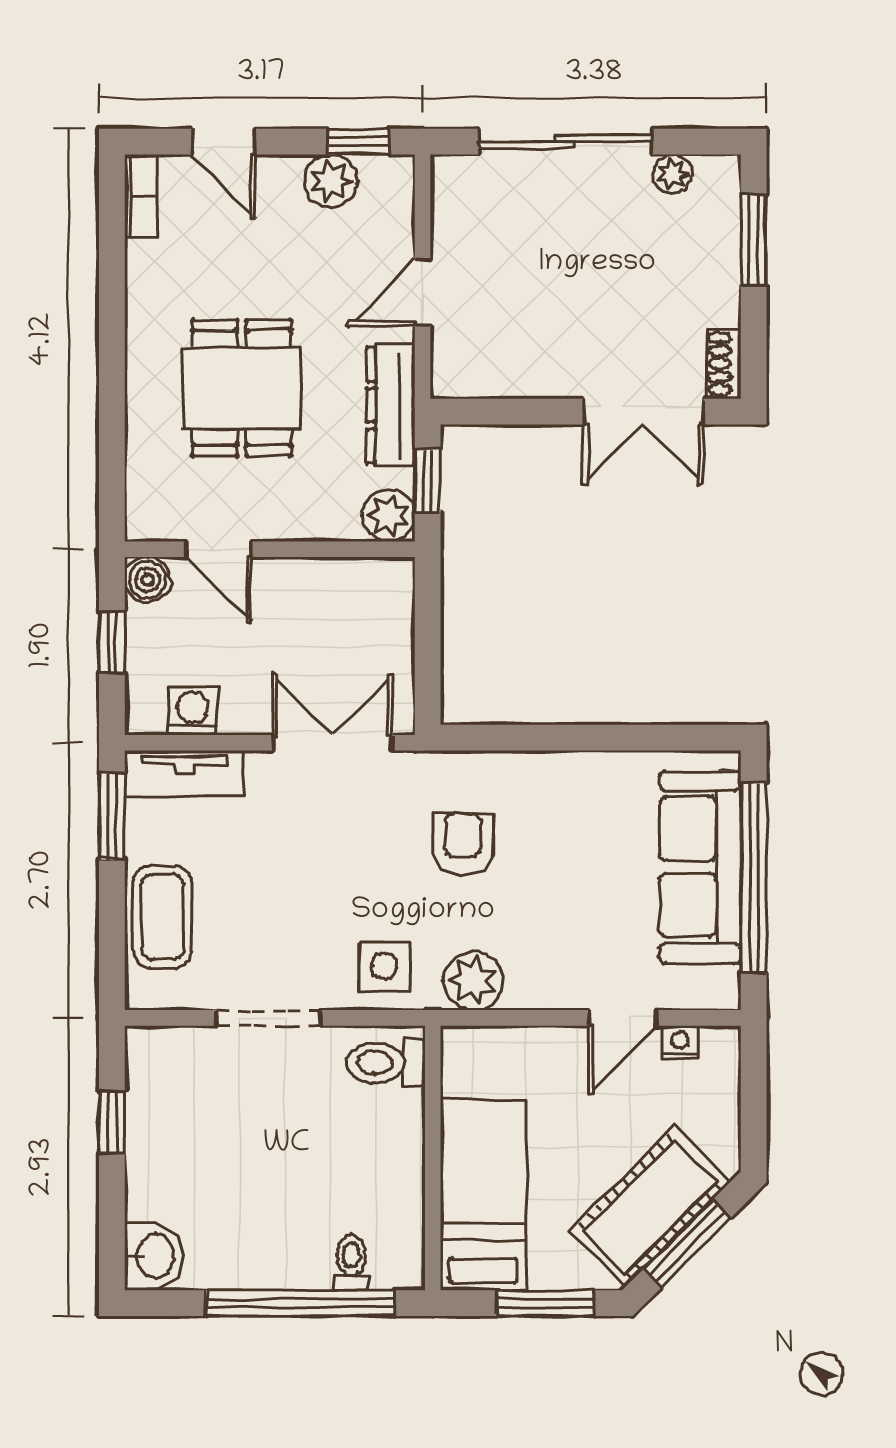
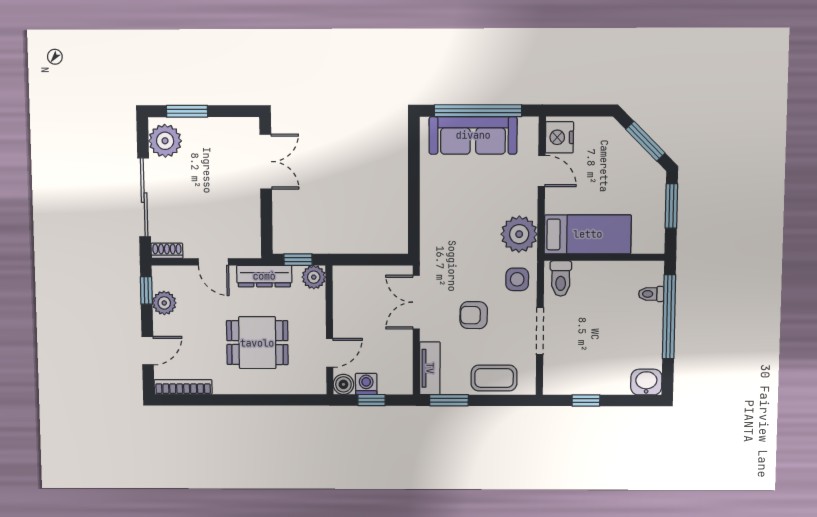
plant: (673, 174) -> (165, 141), width x1.87, depth x1.87
bookcase: (141, 196) -> (183, 387), width x1.56
shoe rack: (724, 364) -> (167, 251), moved, turned 180
washing machine: (193, 711) -> (366, 384), moved, turned 90
armchair: (463, 844) -> (474, 315), moved
plant: (473, 981) -> (519, 234), width x1.36, depth x1.36
nightstand: (680, 1042) -> (559, 137), width x1.89, depth x1.79
bed: (483, 1195) -> (588, 234), moved, turned 180
cot: (650, 1207) -> (628, 158), removed

